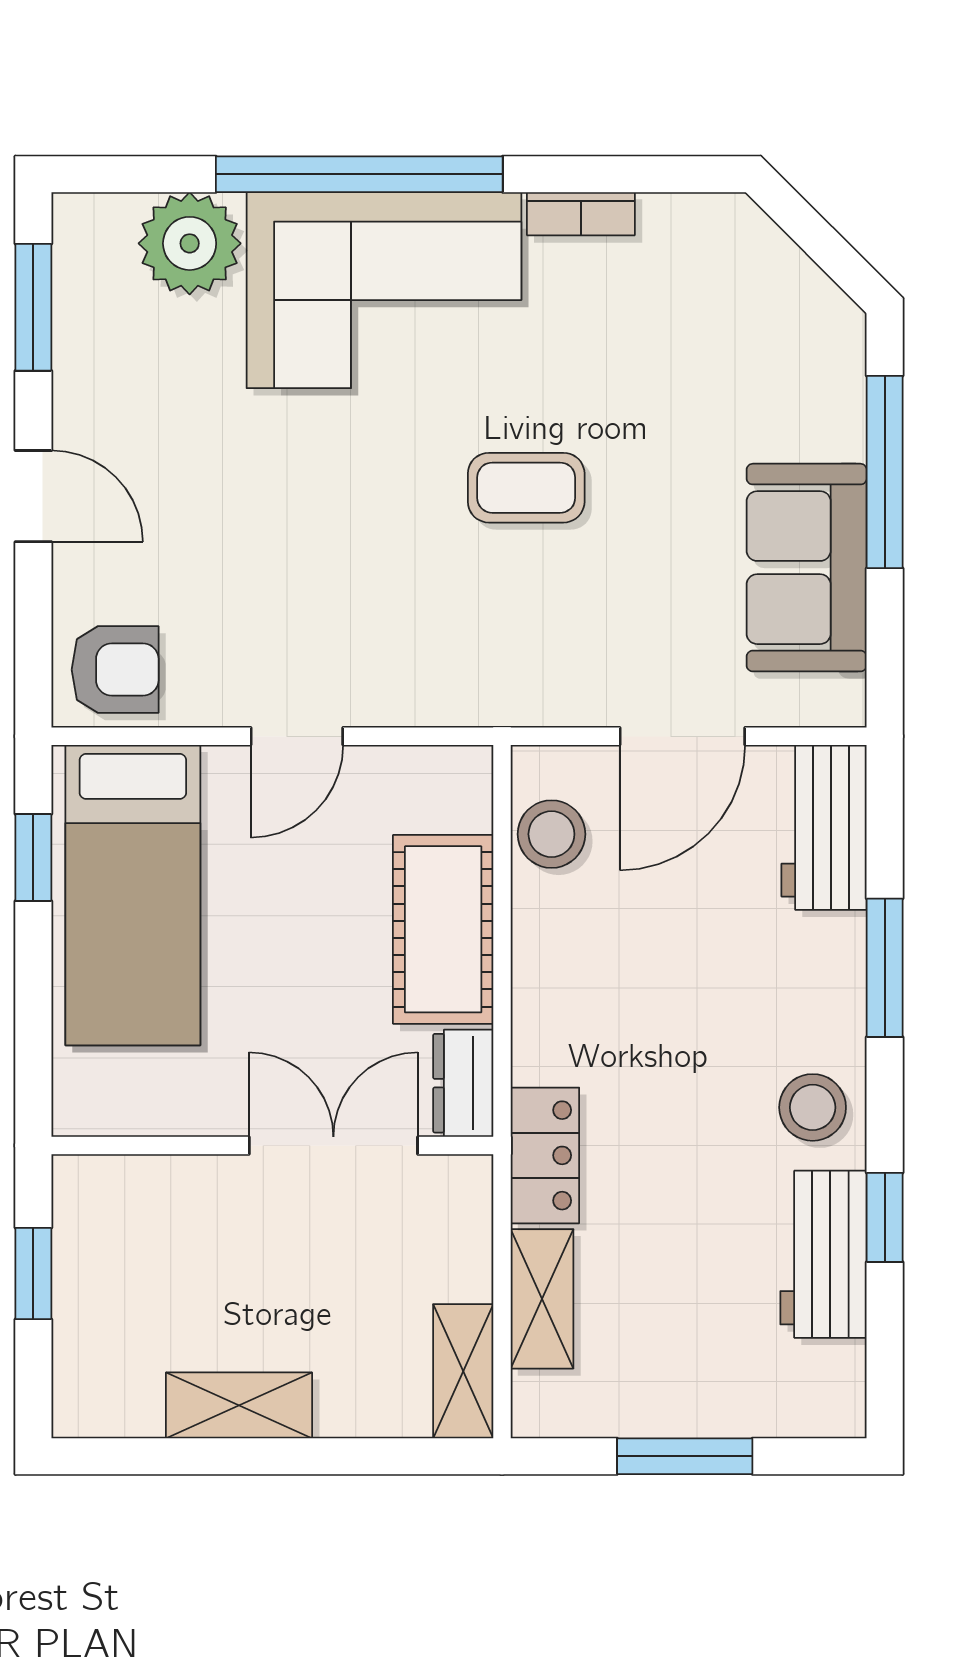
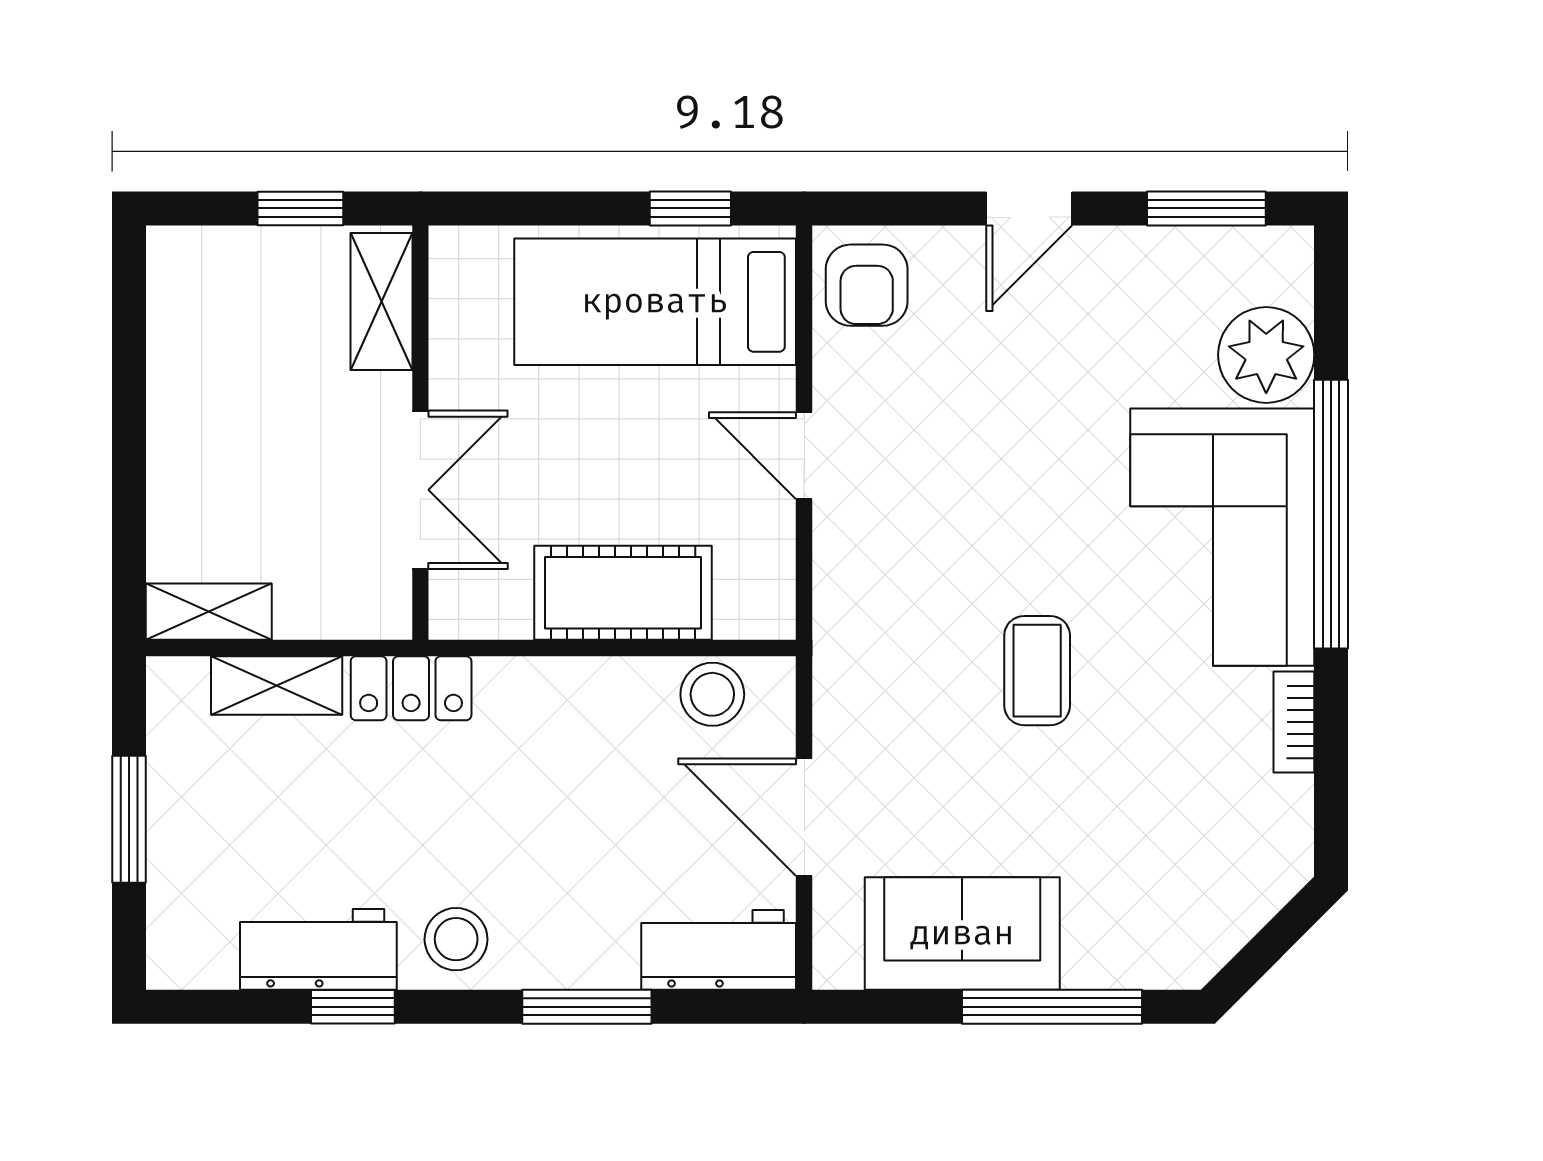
dresser: (463, 1083) -> (479, 612), removed
shelving: (239, 1405) -> (381, 301), moved

